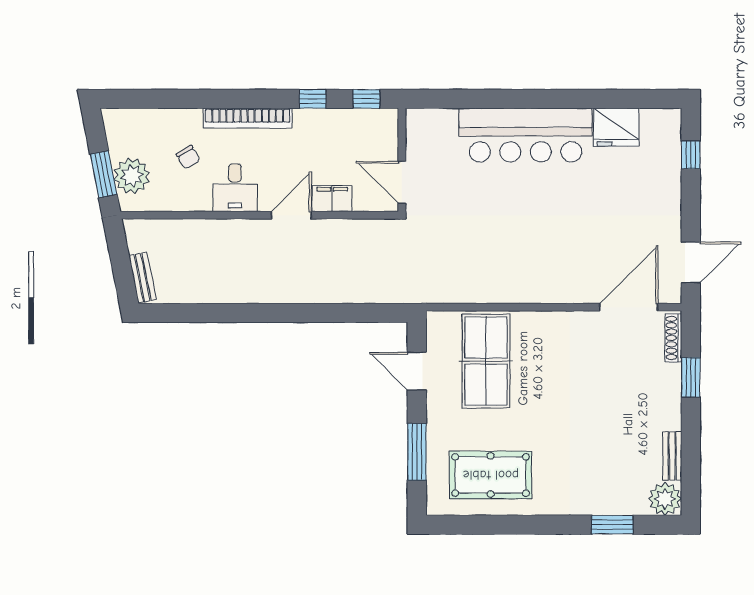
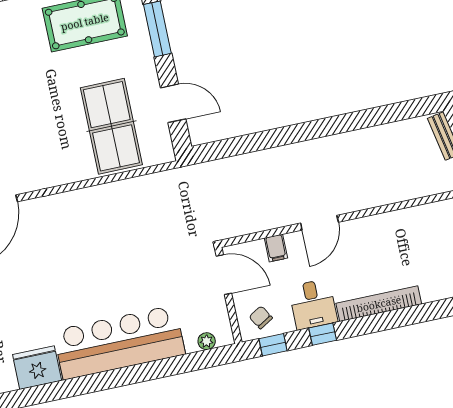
plant: (435, 117) -> (207, 341), added
chair: (188, 157) -> (261, 317), moved
desk: (235, 188) -> (313, 304), moved, turned 180
filing cabinet: (332, 198) -> (276, 248), width x0.50

